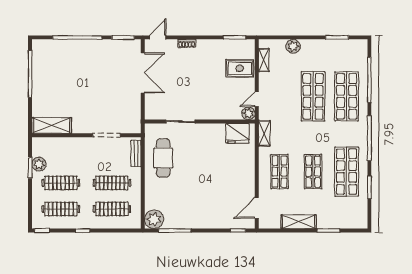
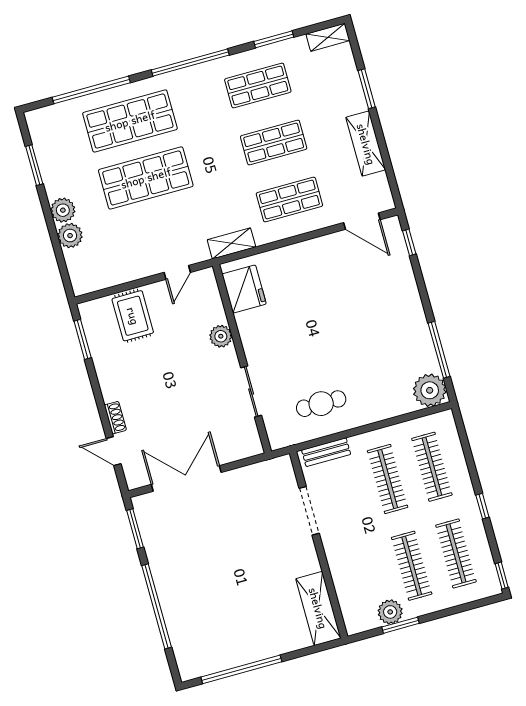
door: (158, 37) -> (114, 451), moved
plant: (308, 46) -> (63, 210), added
shelving: (264, 60) -> (328, 37), moved
door: (257, 99) -> (177, 272), hinge flipped
plant: (248, 113) -> (221, 336), moved
cafe table: (163, 158) -> (321, 404), width x0.73, depth x0.74
shop shelf: (347, 172) -> (258, 86), width x0.70, depth x0.74

